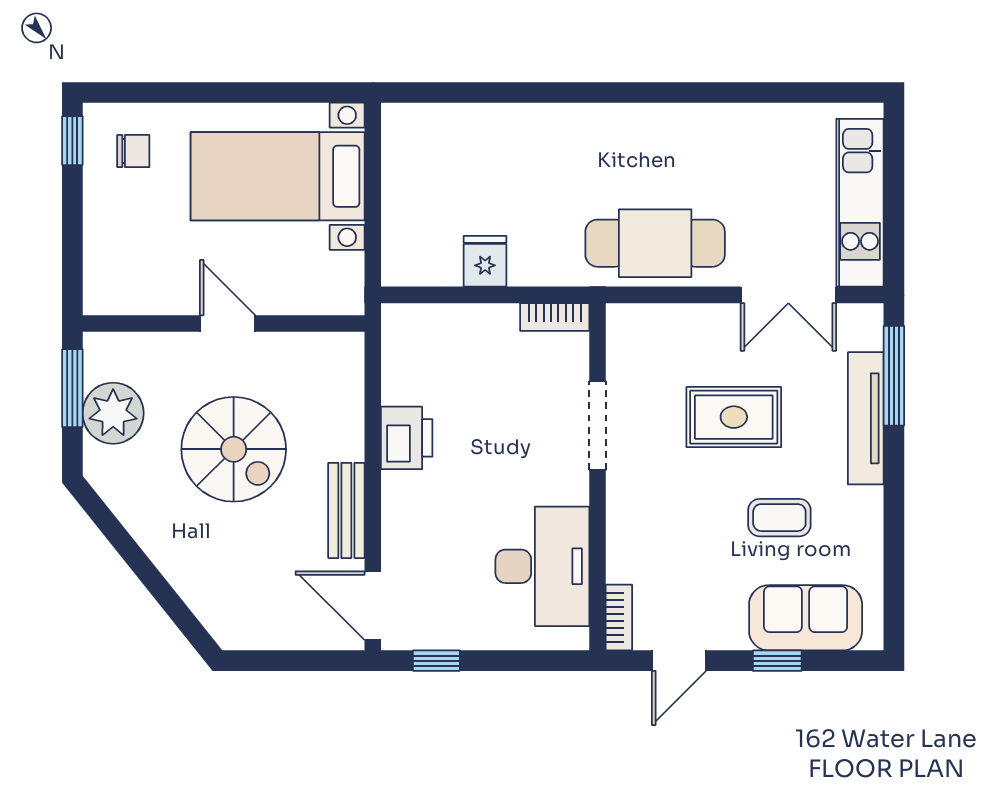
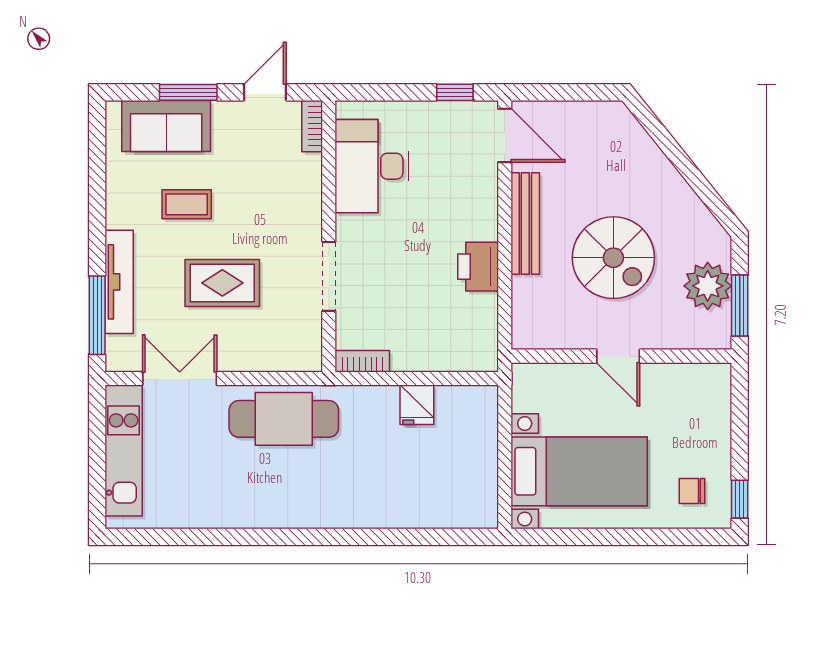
spiral stairs: (234, 449) -> (613, 258), turned 180
bench: (346, 510) -> (525, 223), width x1.36
window: (777, 661) -> (188, 92), width x1.50

